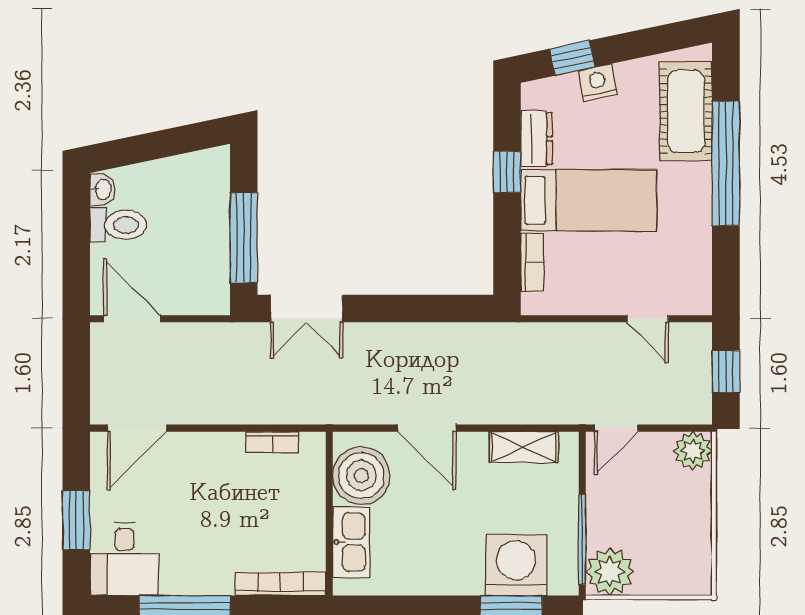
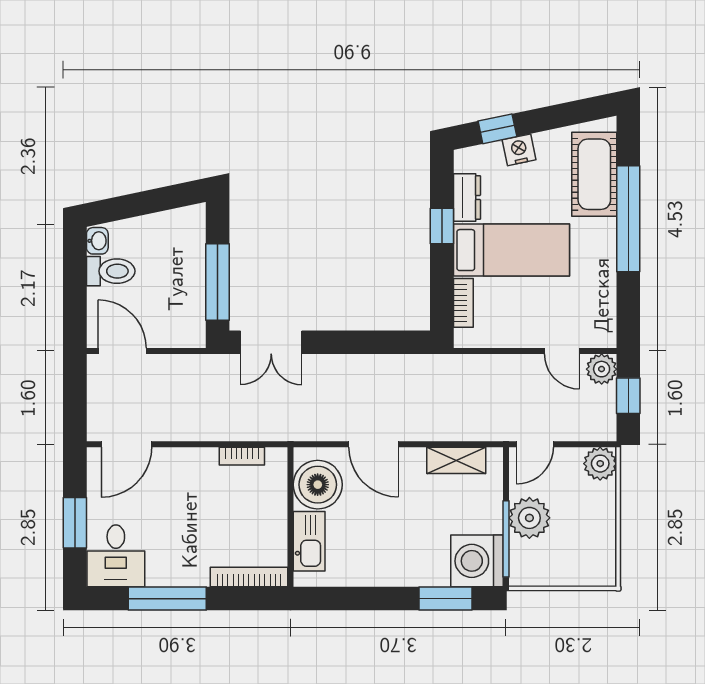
plant: (694, 340) -> (602, 369), added
washing machine: (516, 565) -> (477, 561), moved, turned -90
plant: (610, 572) -> (529, 518), moved

